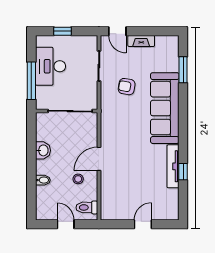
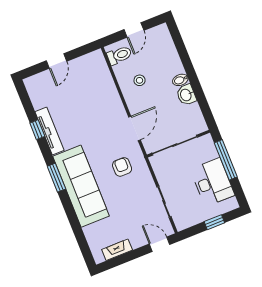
fireplace: (141, 41) -> (117, 250), moved
window: (183, 70) -> (56, 178), moved
armchair: (127, 87) -> (122, 167), moved, turned -100
door: (99, 159) -> (135, 128), moved
bidet: (43, 180) -> (180, 80), moved
door: (66, 224) -> (134, 30), hinge flipped

